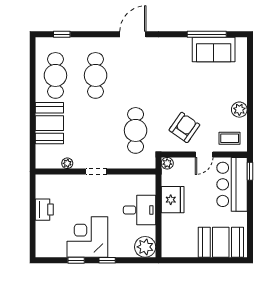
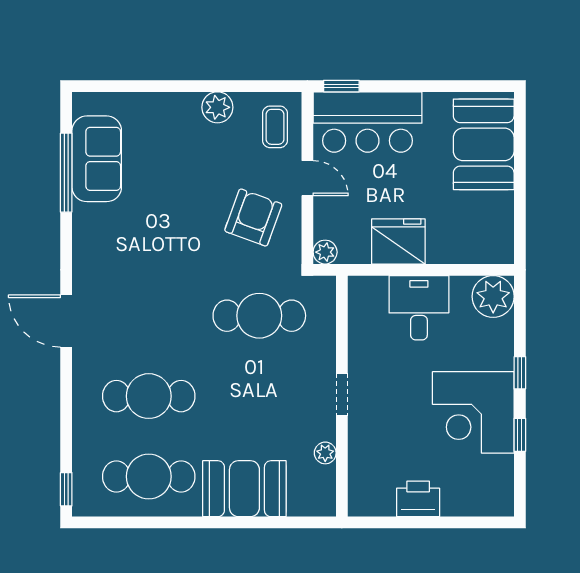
window: (62, 34) -> (66, 489), moved
armchair: (184, 127) -> (253, 218), turned 75

